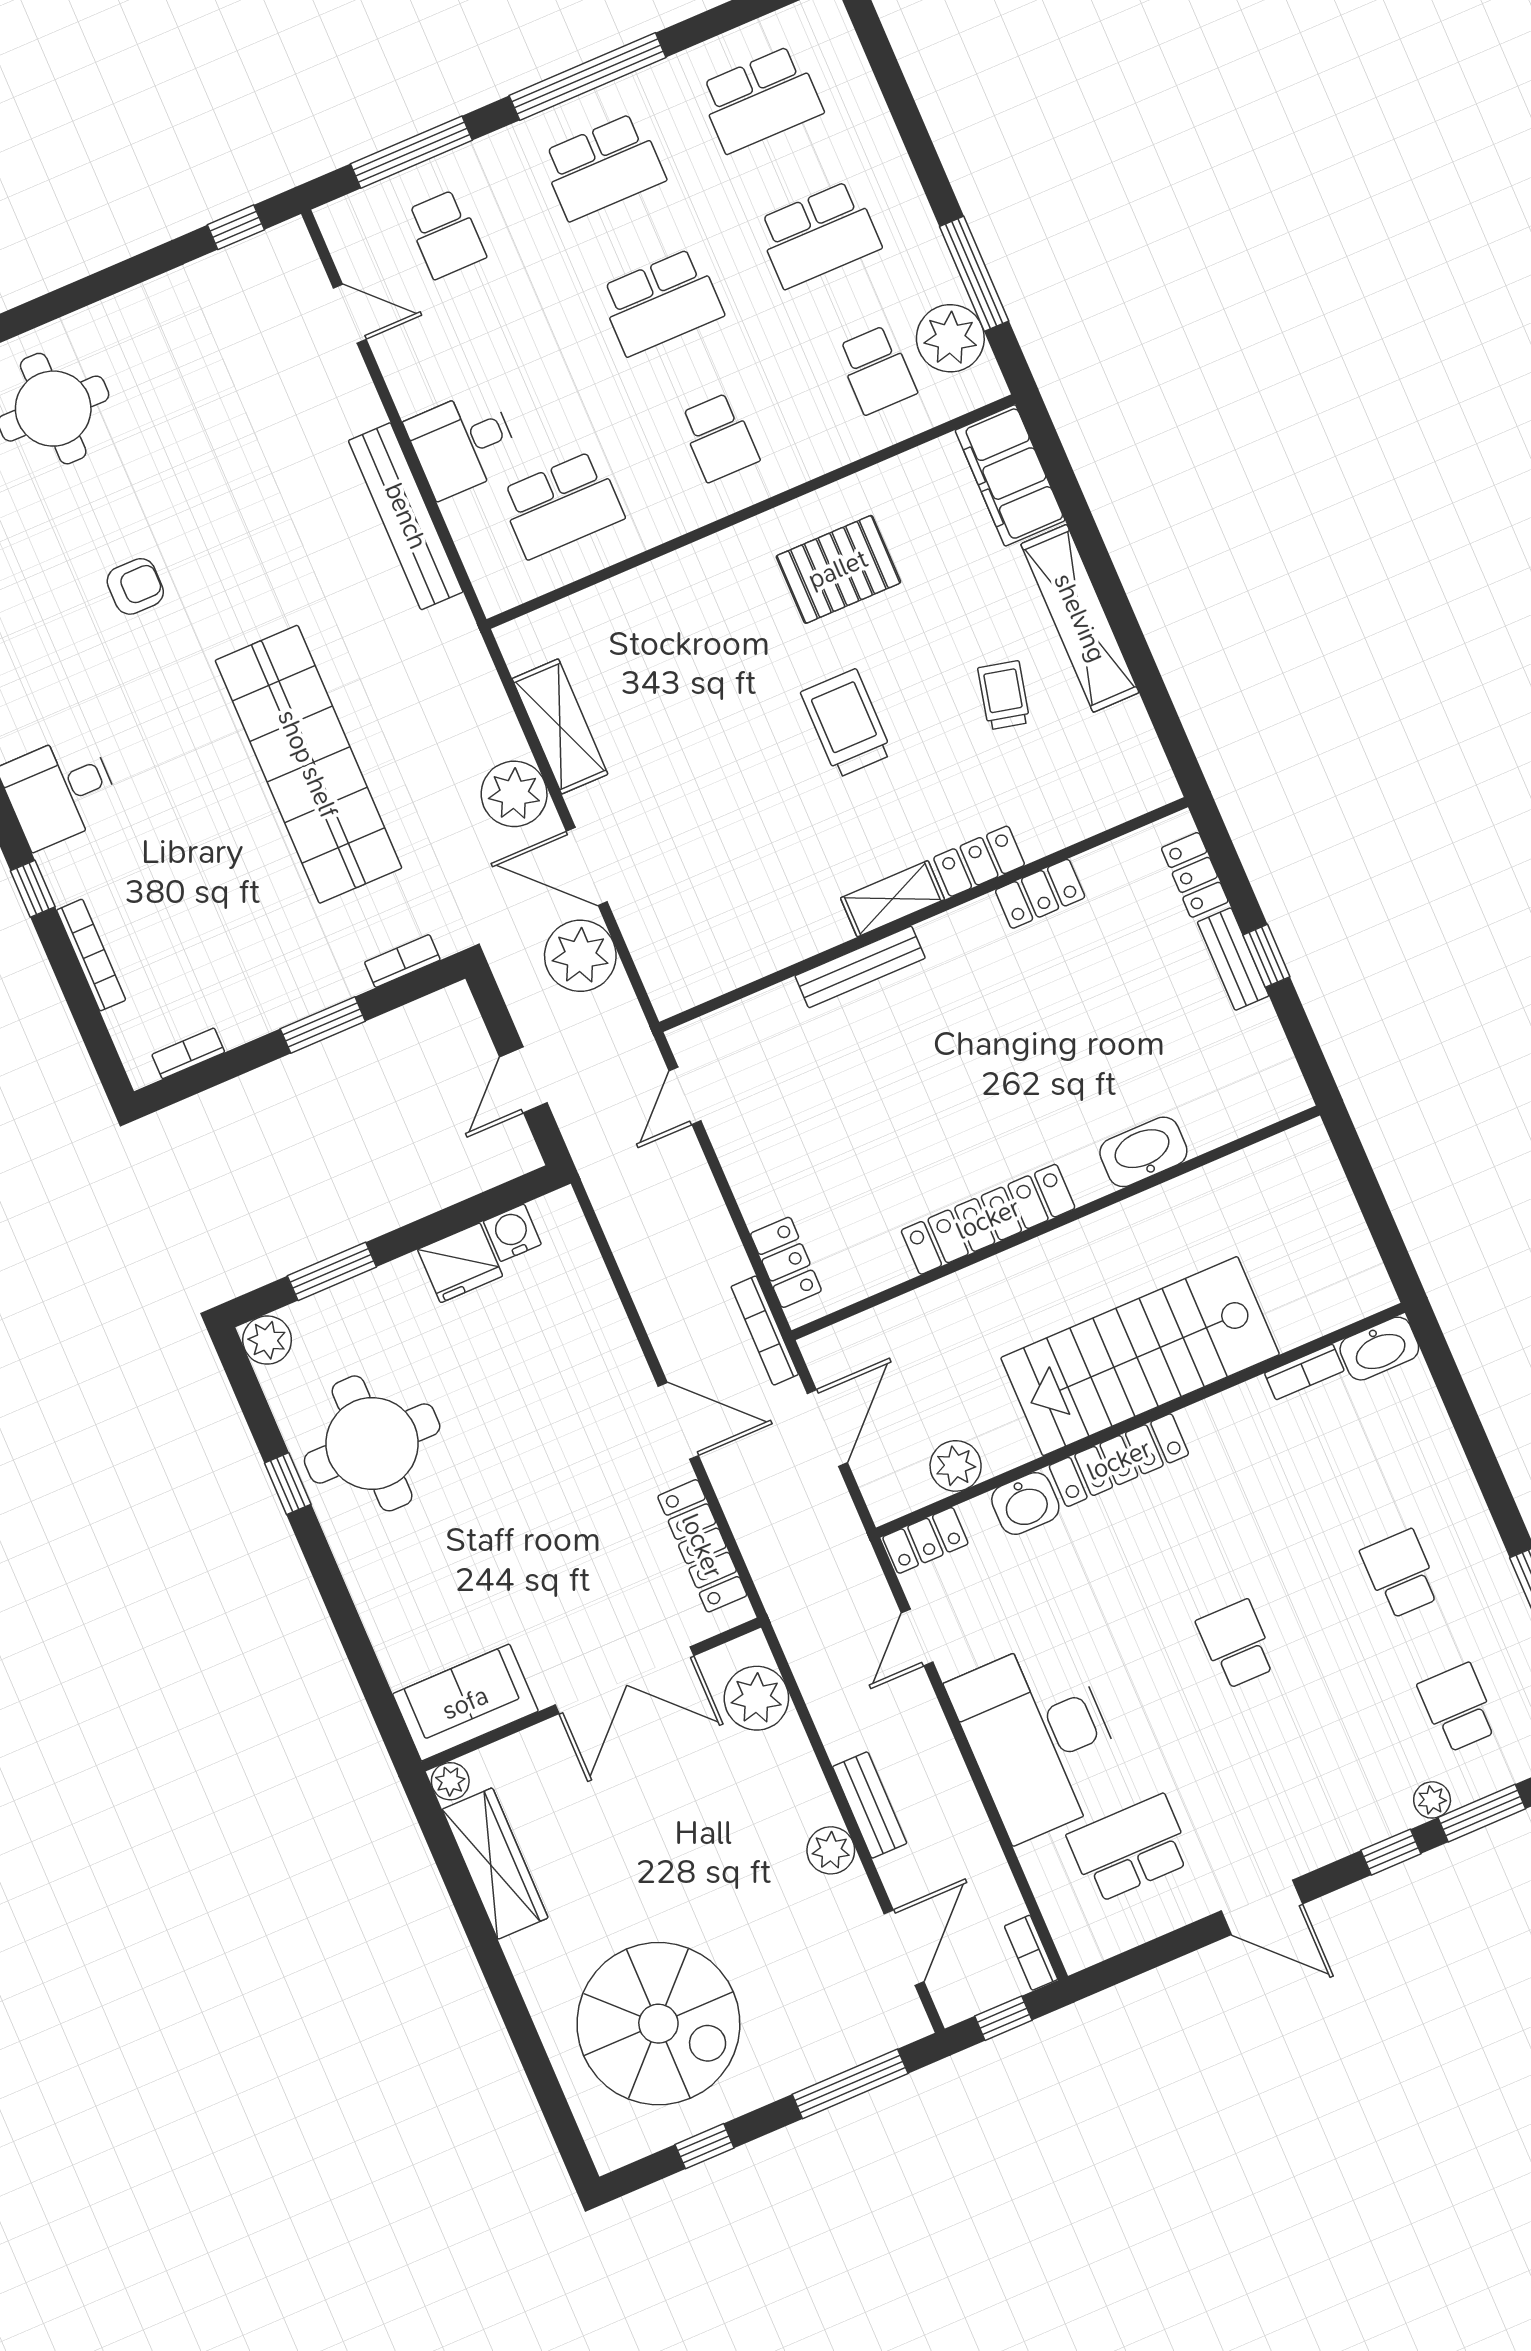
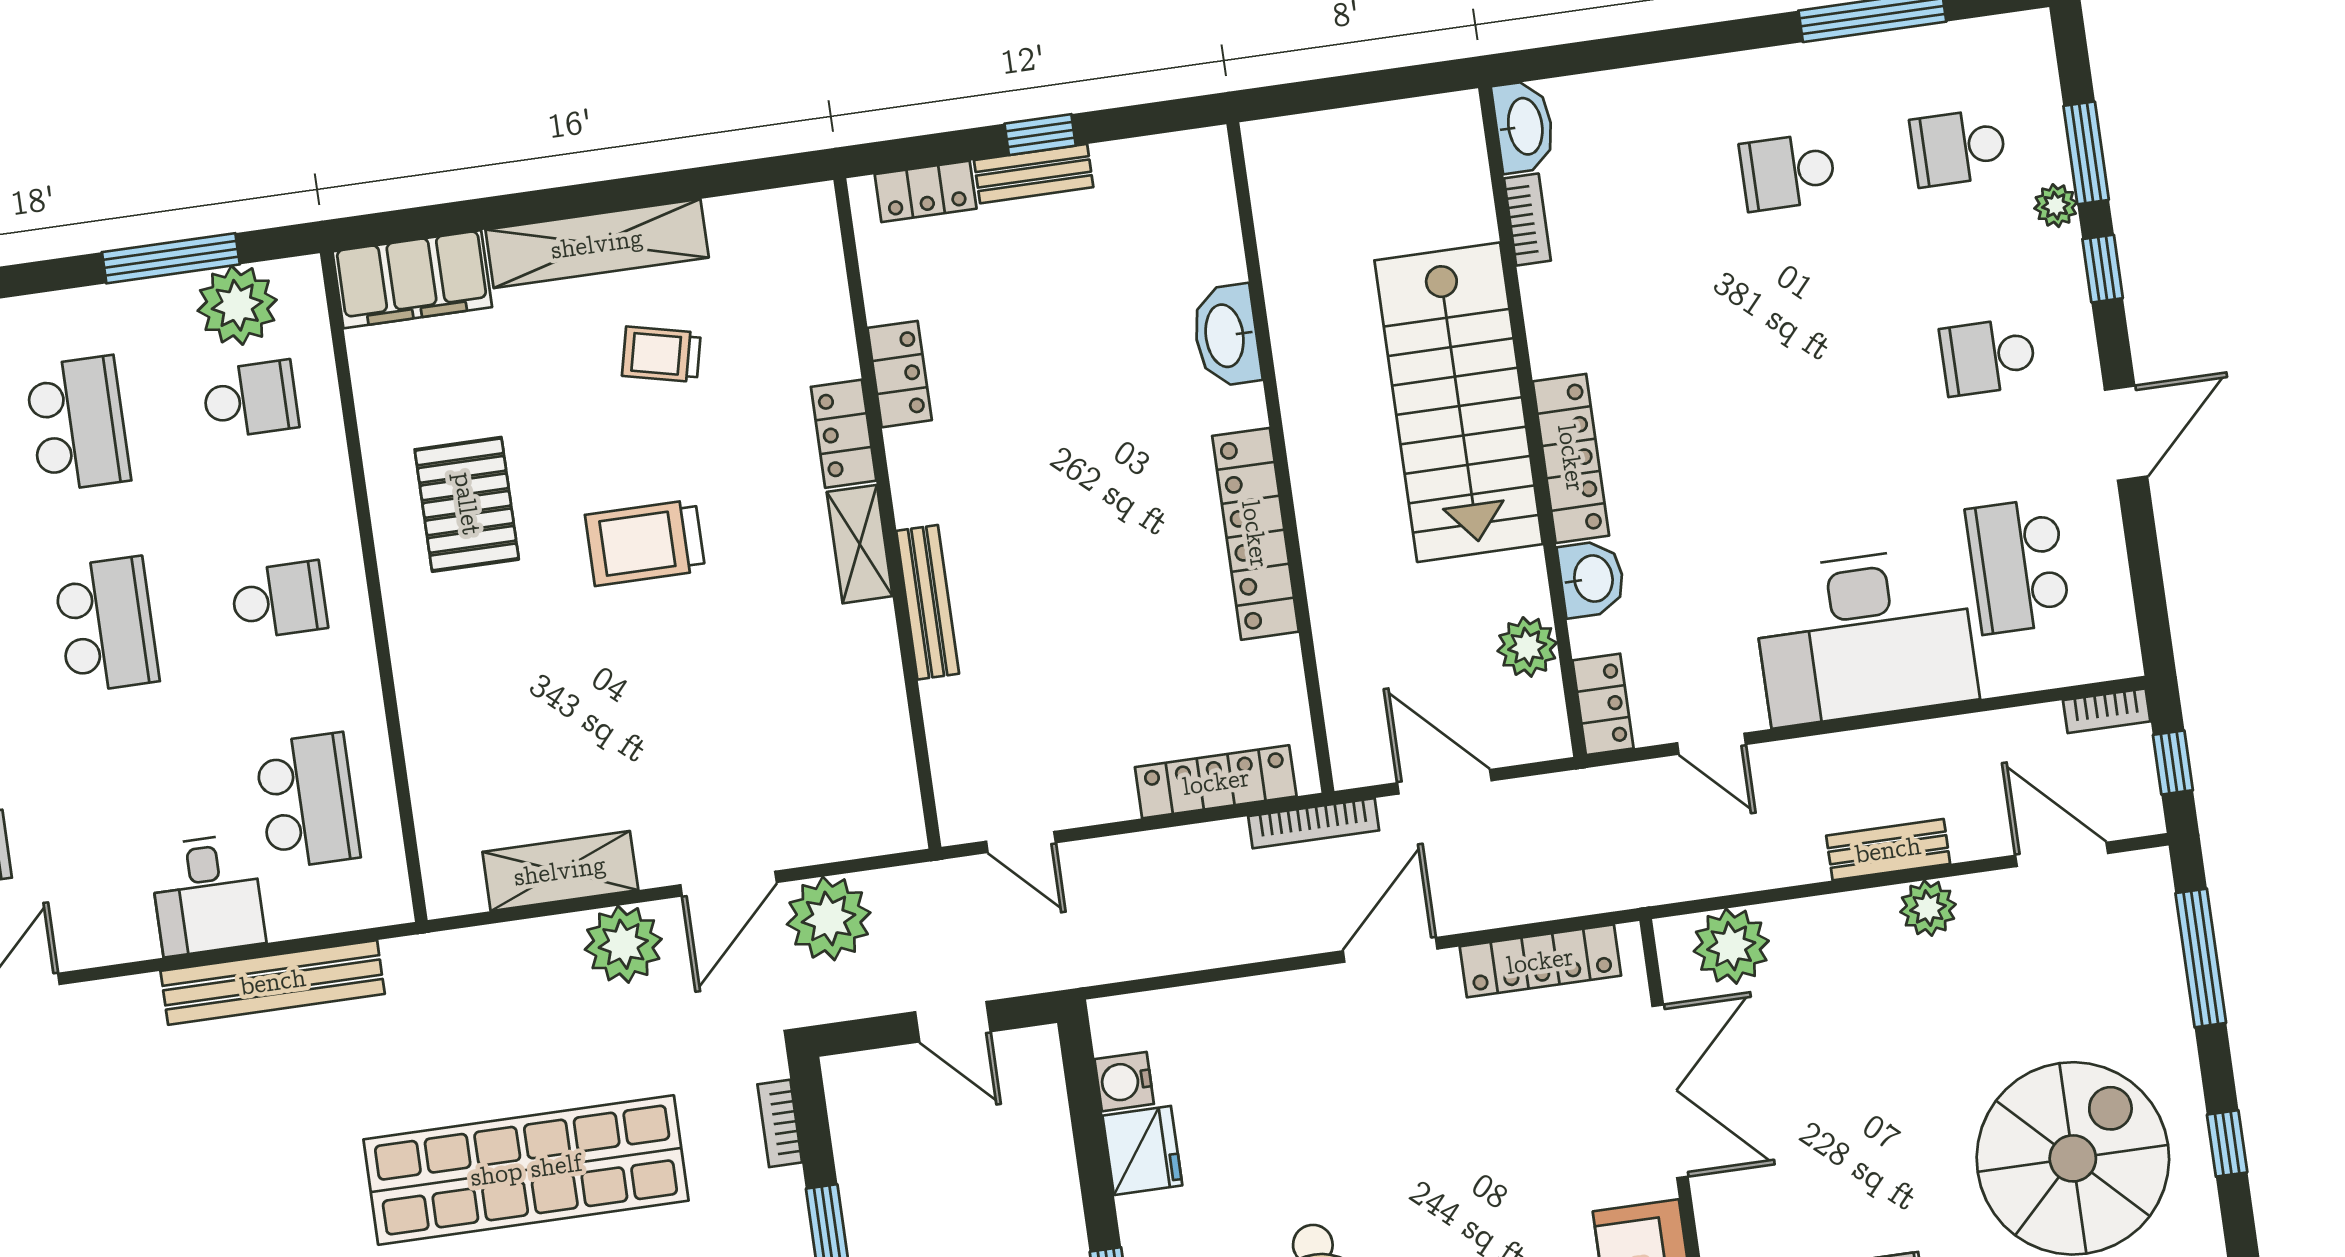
locker: (786, 1262) -> (1216, 782), width x1.53
school desk: (1236, 1644) -> (1988, 357), moved

